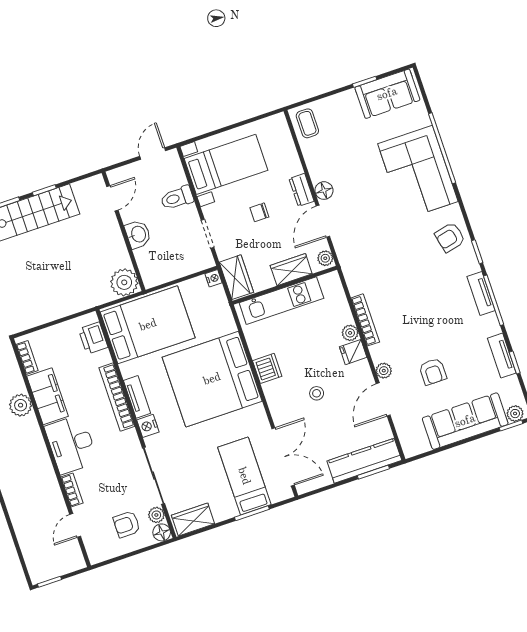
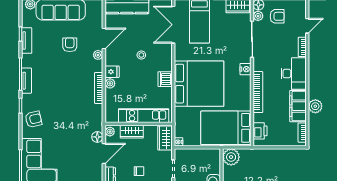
floor lamp: (324, 191) -> (97, 137), moved
tv unit: (137, 397) -> (246, 88), removed

